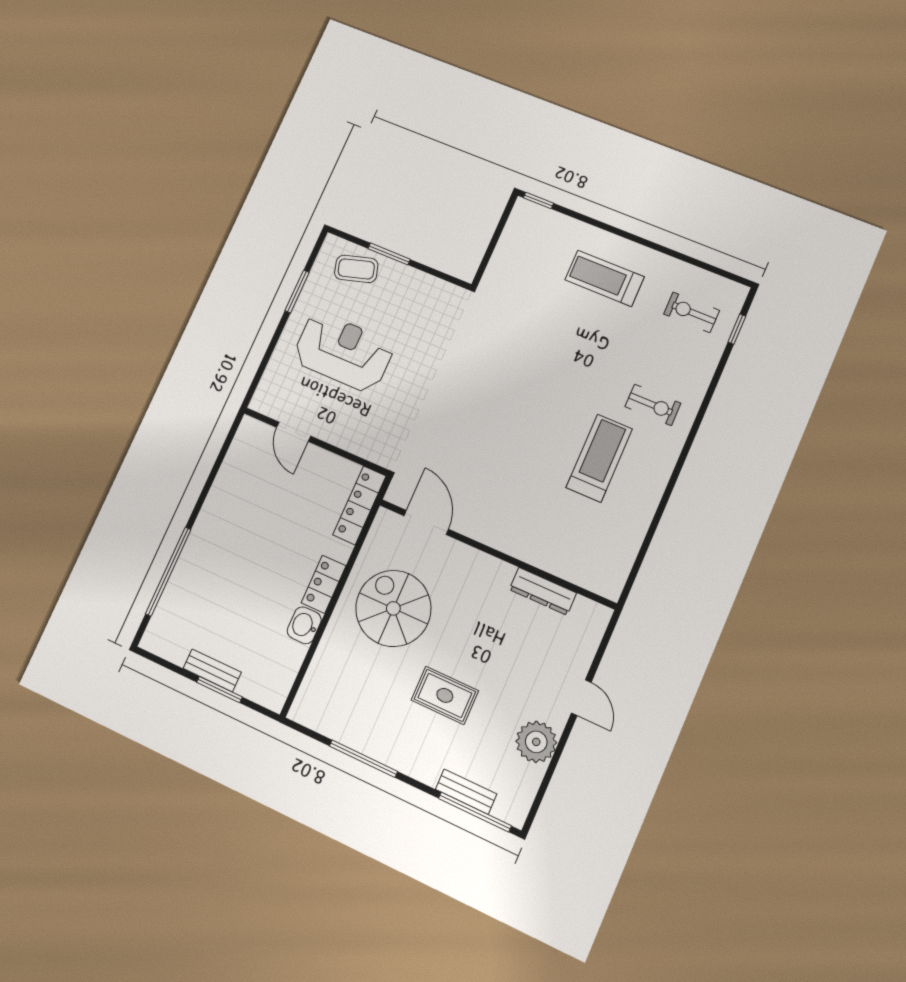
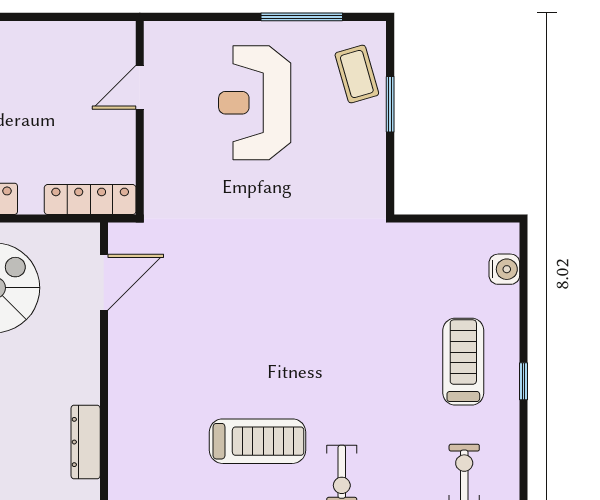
window: (539, 200) -> (523, 381), moved
water cooler: (548, 220) -> (504, 269), added
window: (297, 292) -> (302, 17), width x1.44
reception desk: (343, 352) -> (255, 103), turned 180

